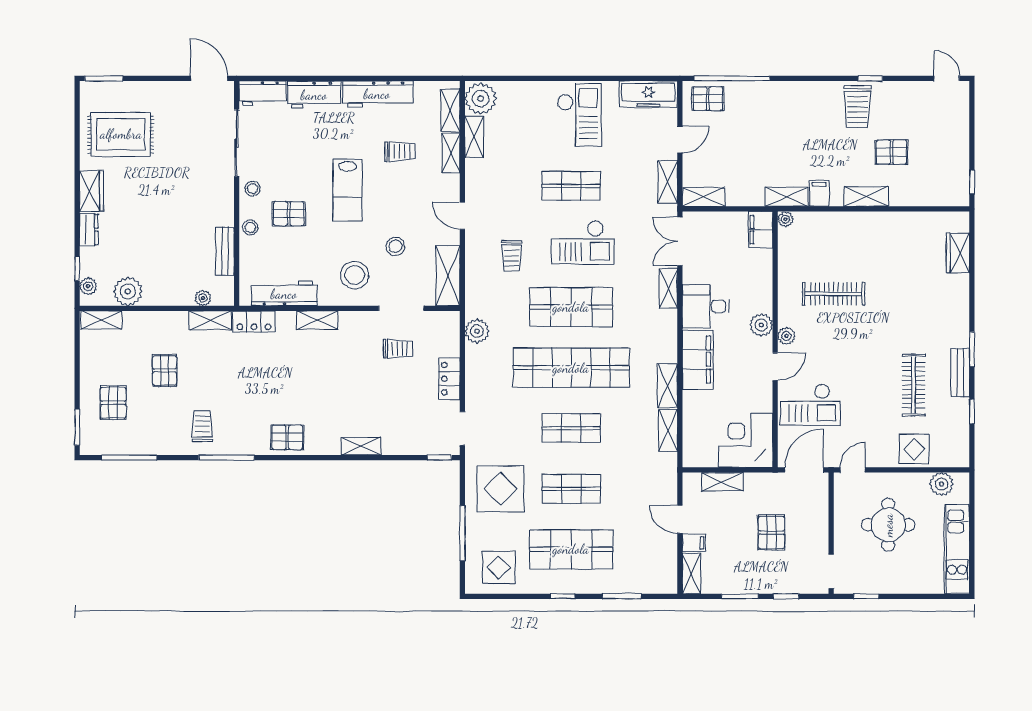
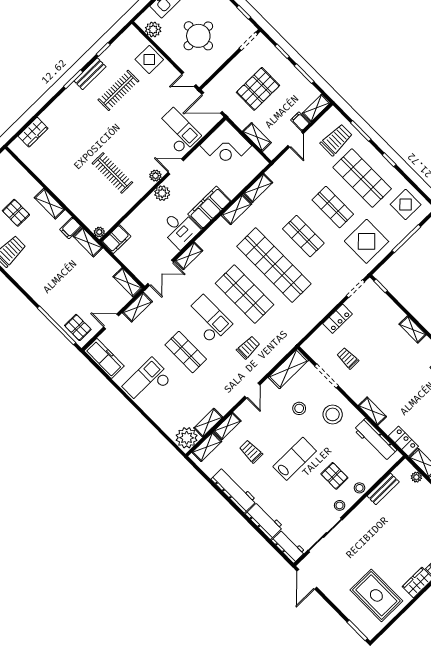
plant: (477, 331) -> (301, 328), removed
pallet: (771, 532) -> (258, 89), width x1.50, depth x1.42
trolley: (638, 562) -> (336, 140), added

